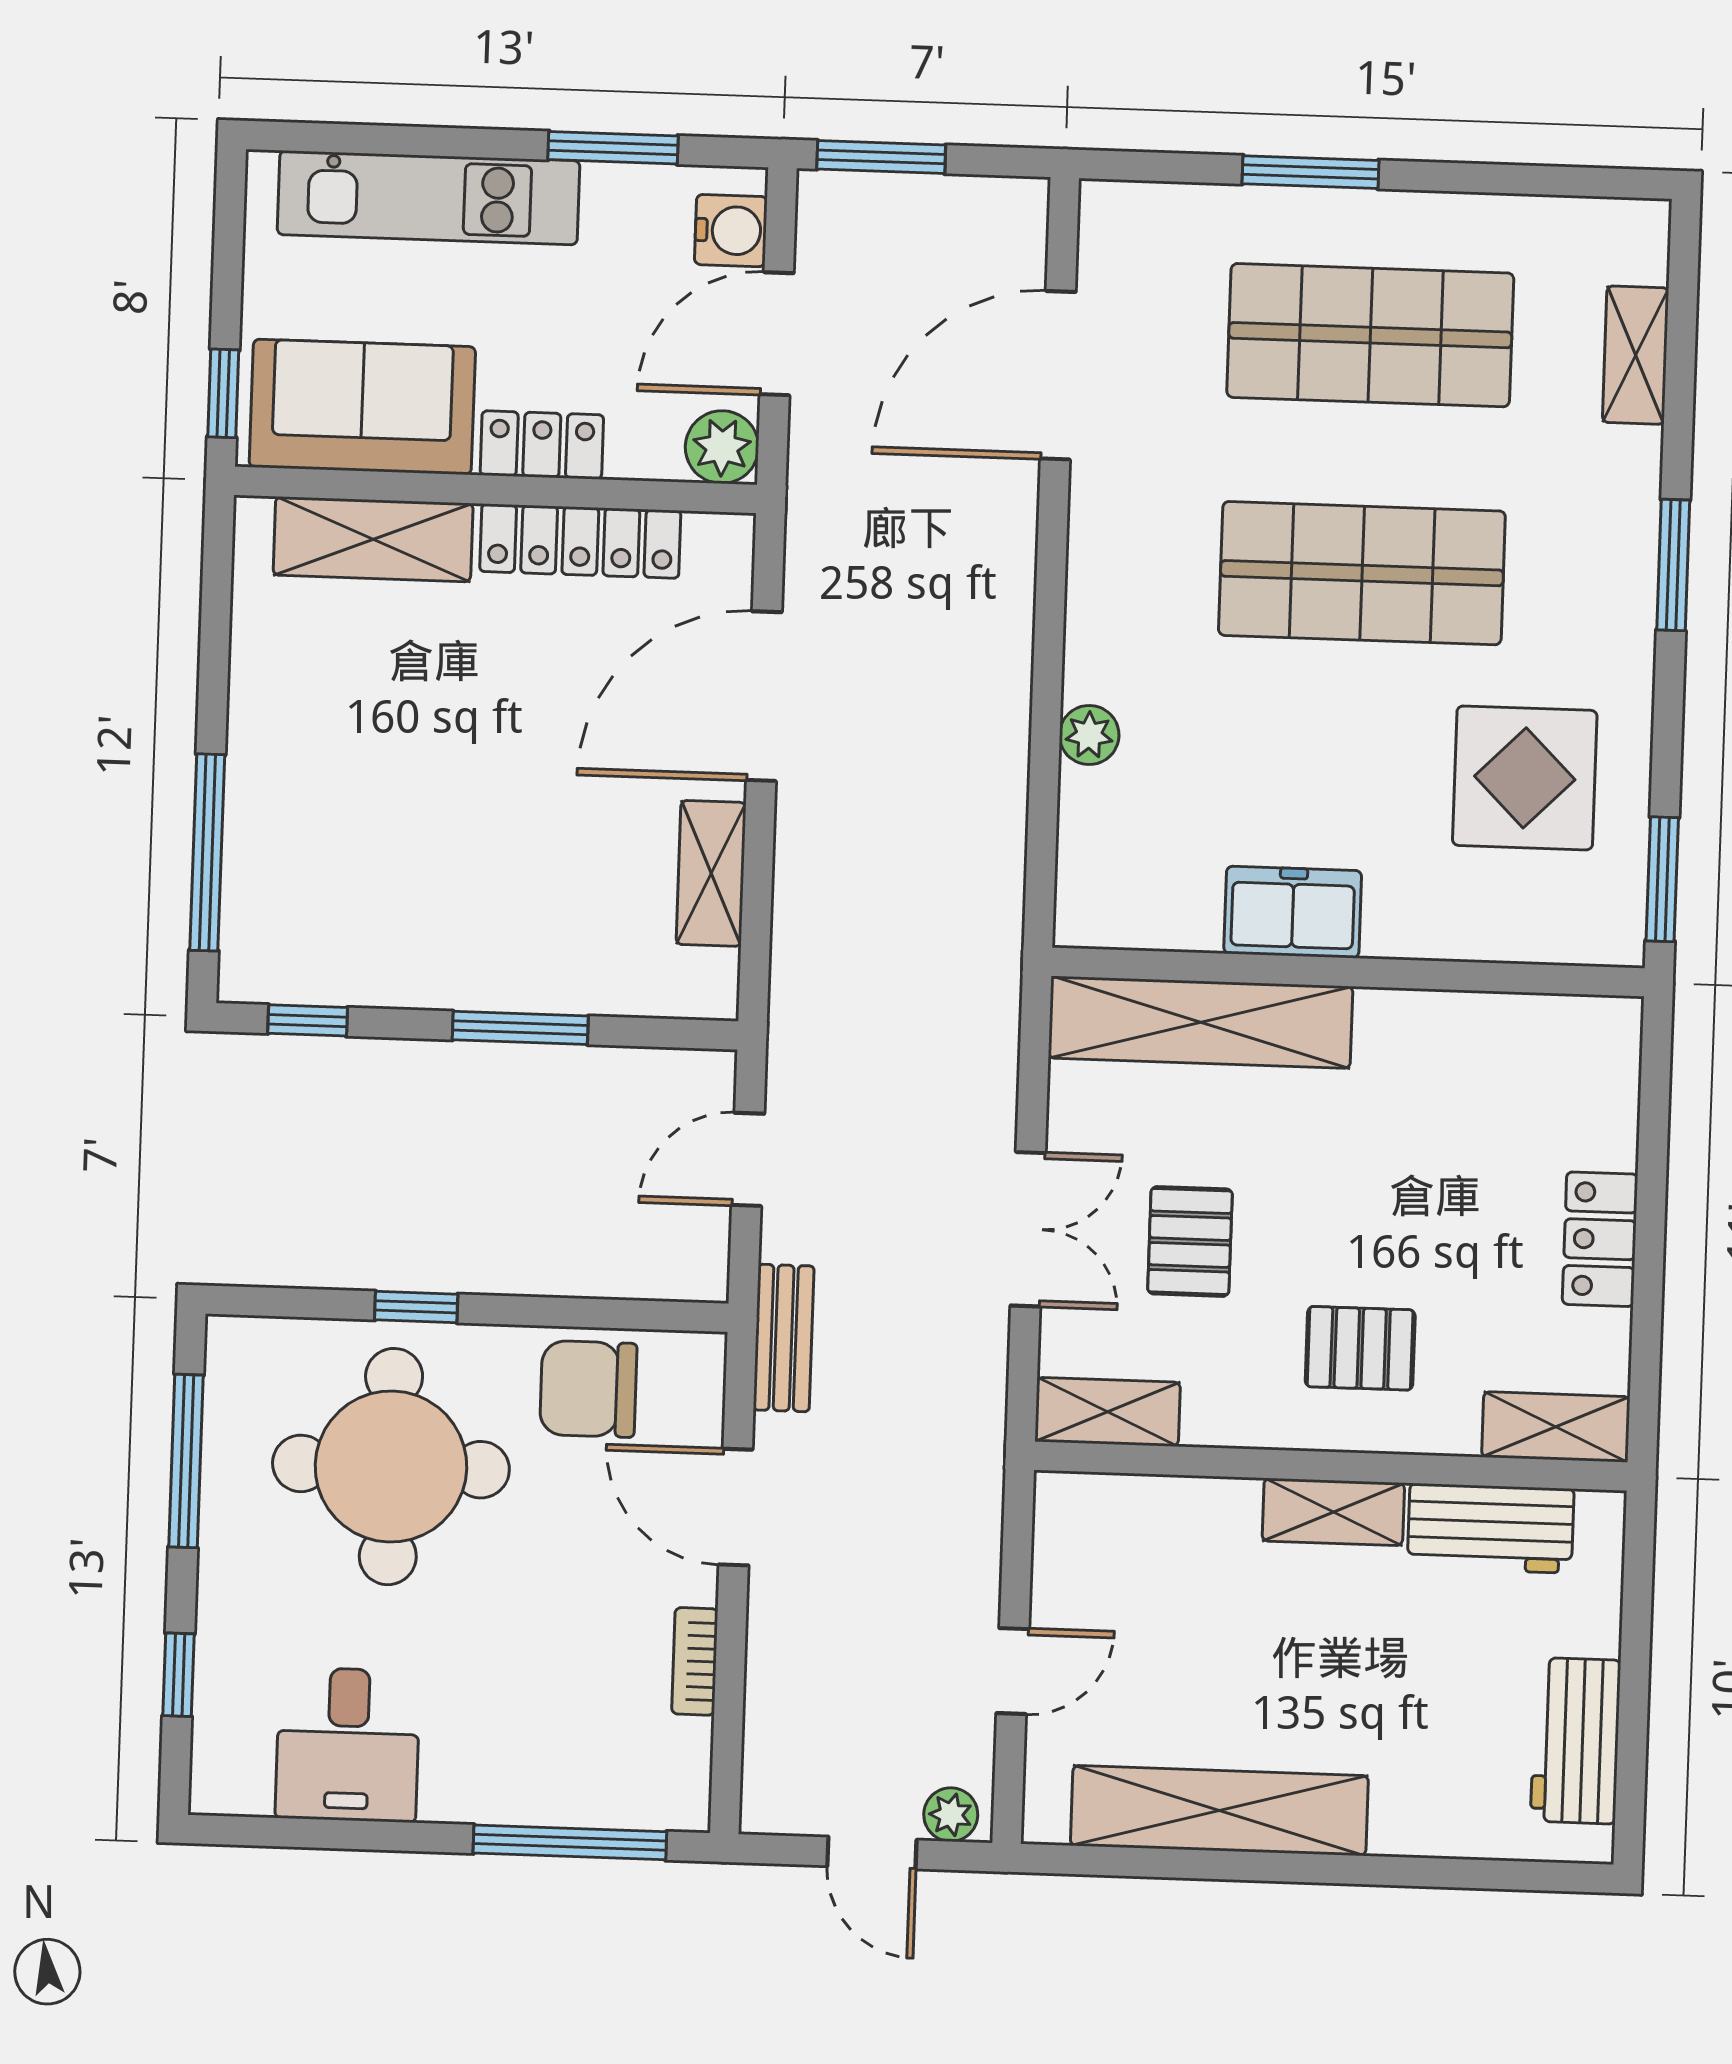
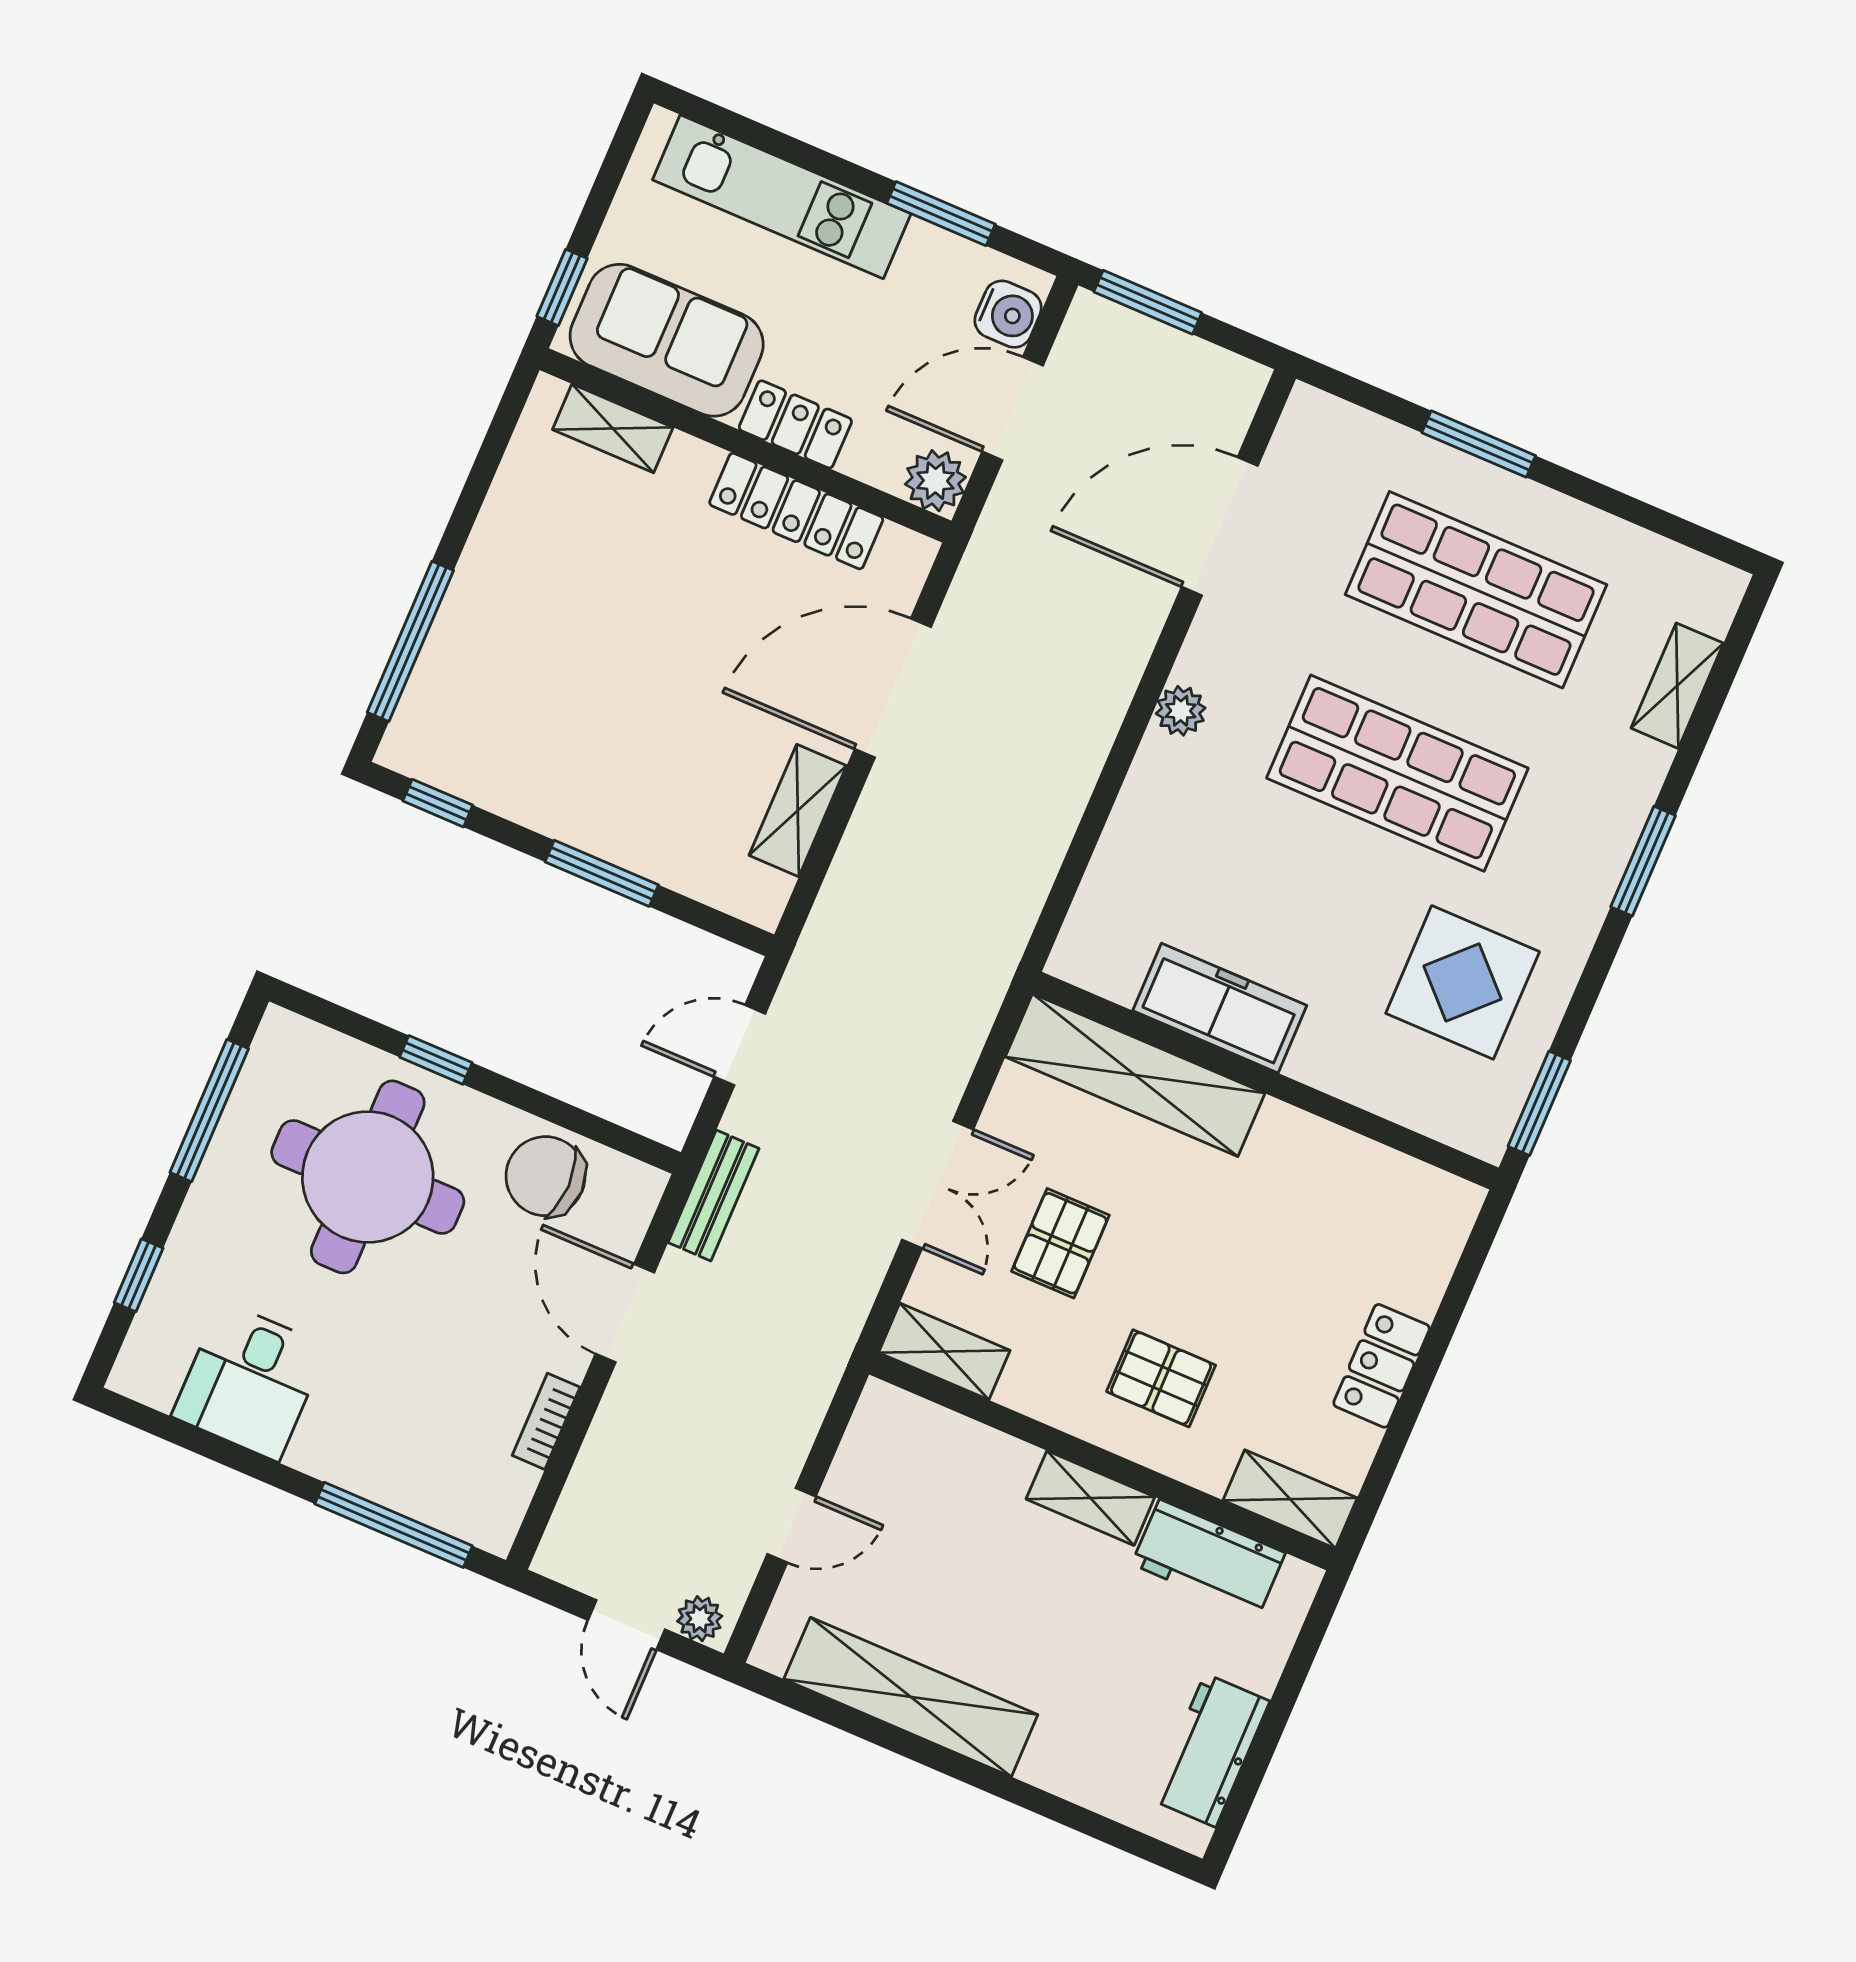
shelving: (373, 539) -> (613, 428), width x0.67, depth x0.75
plant: (1089, 735) -> (1181, 711), moved
freezer: (1293, 912) -> (1220, 1008), width x1.40

